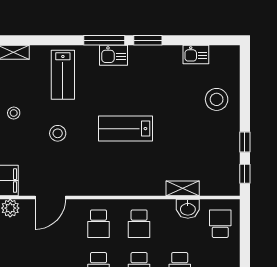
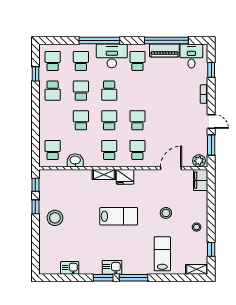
kitchen sink: (114, 55) -> (112, 267), moved
stool: (217, 99) -> (55, 218), moved
fridge: (116, 185) -> (125, 177), added
shelving: (183, 188) -> (104, 175), moved
school desk: (220, 224) -> (53, 150), turned 180

